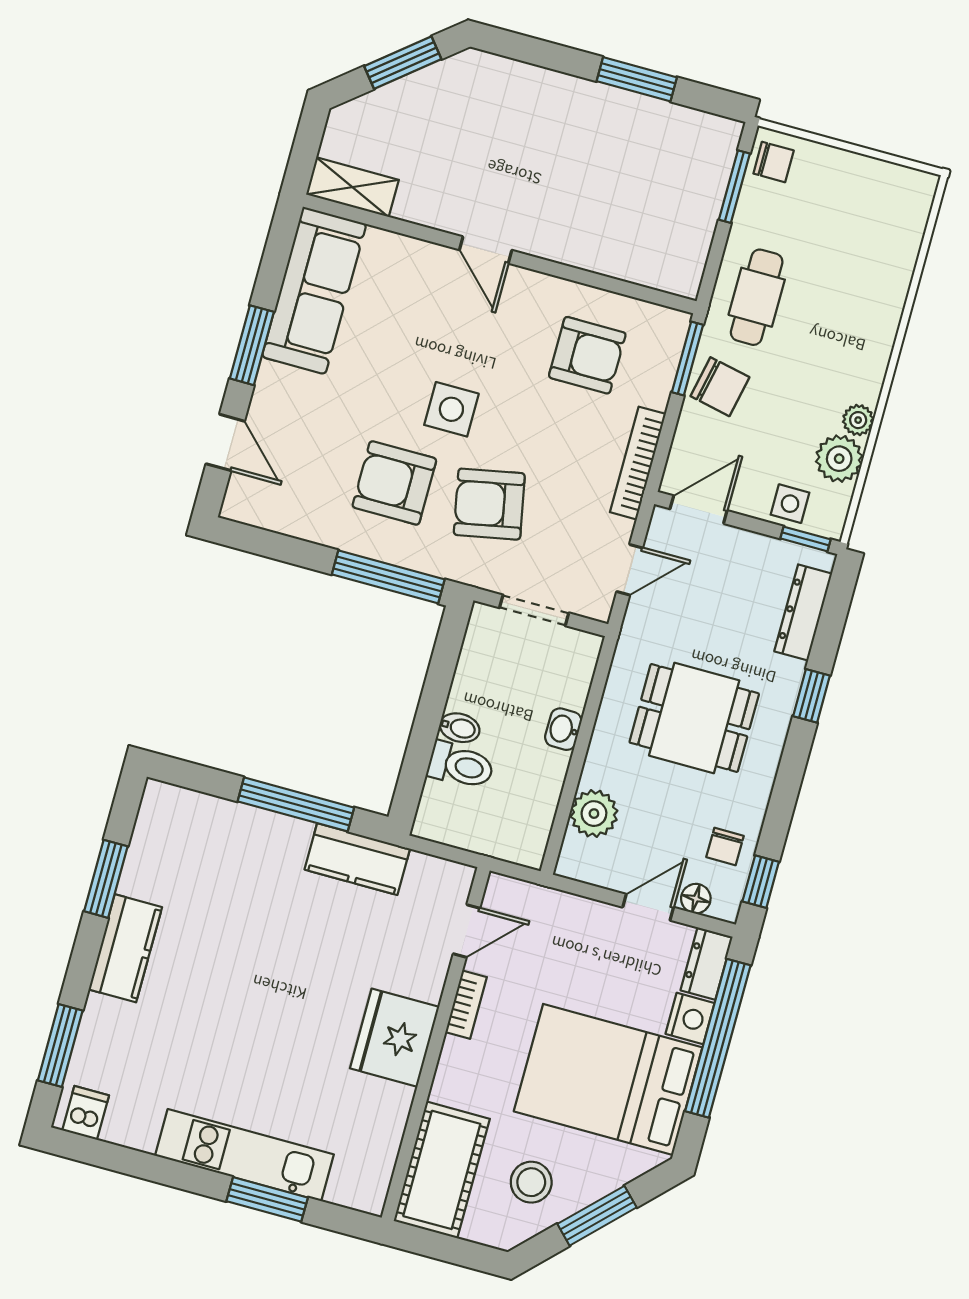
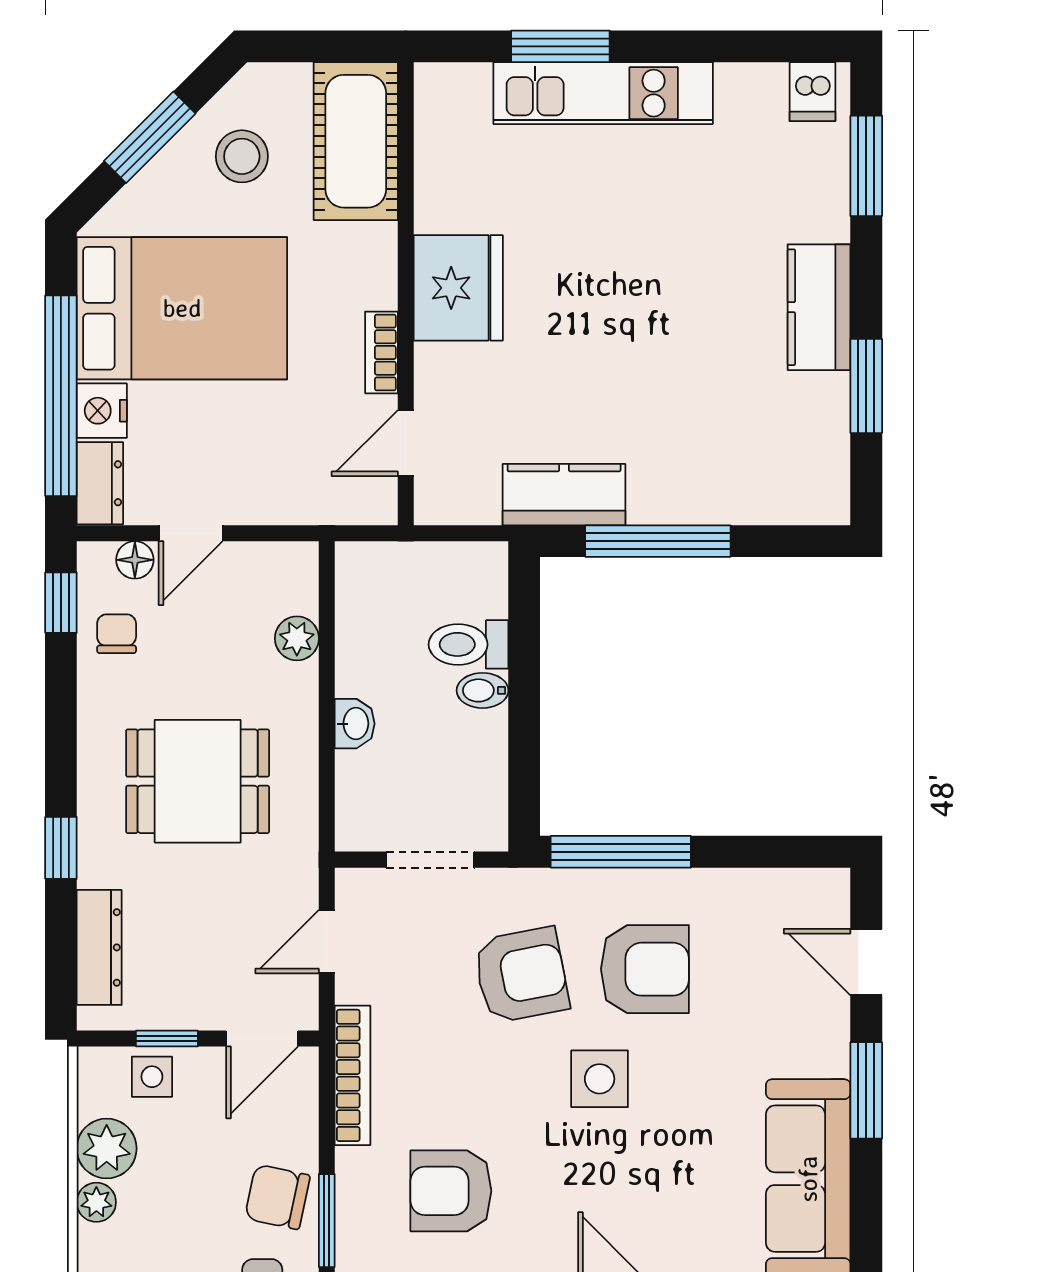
window: (805, 539) -> (167, 1039), moved
plant: (594, 814) -> (297, 638), width x0.73, depth x0.73

